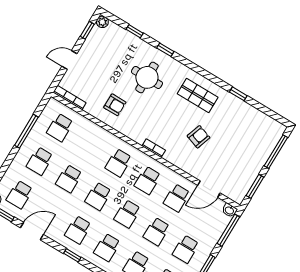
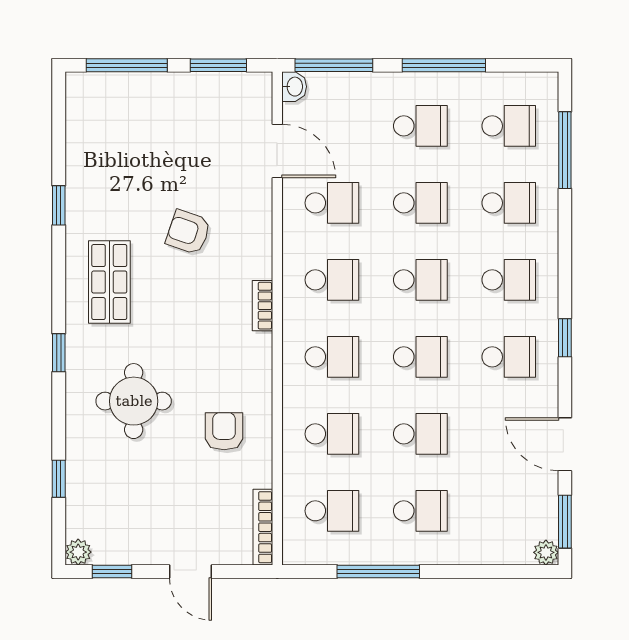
window: (165, 50) -> (59, 353), moved
school desk: (20, 195) -> (332, 434), moved

